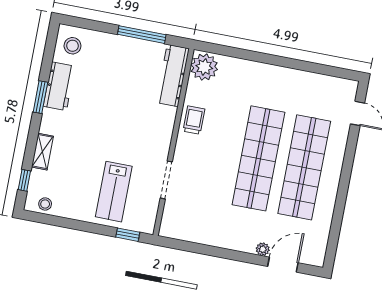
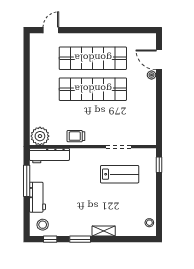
workbench: (59, 86) -> (37, 197), moved, turned 90
shelving: (42, 152) -> (104, 231), moved
window: (24, 180) -> (50, 239), moved
lab bench: (114, 192) -> (120, 174), moved

